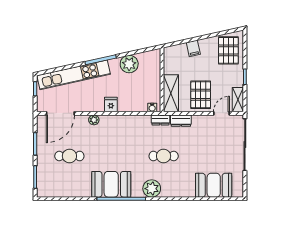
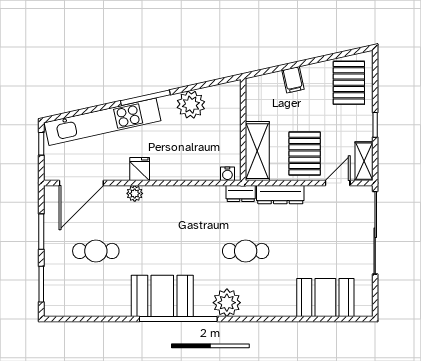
fridge: (111, 105) -> (140, 169), moved
dresser: (181, 121) -> (280, 195), width x1.44

